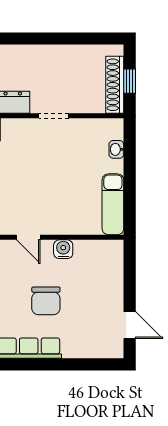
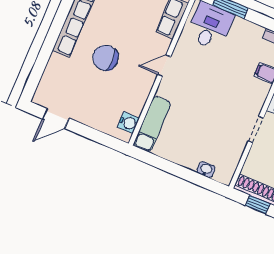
exam couch: (113, 204) -> (152, 124), moved, turned 90
water cooler: (63, 249) -> (128, 123), moved

